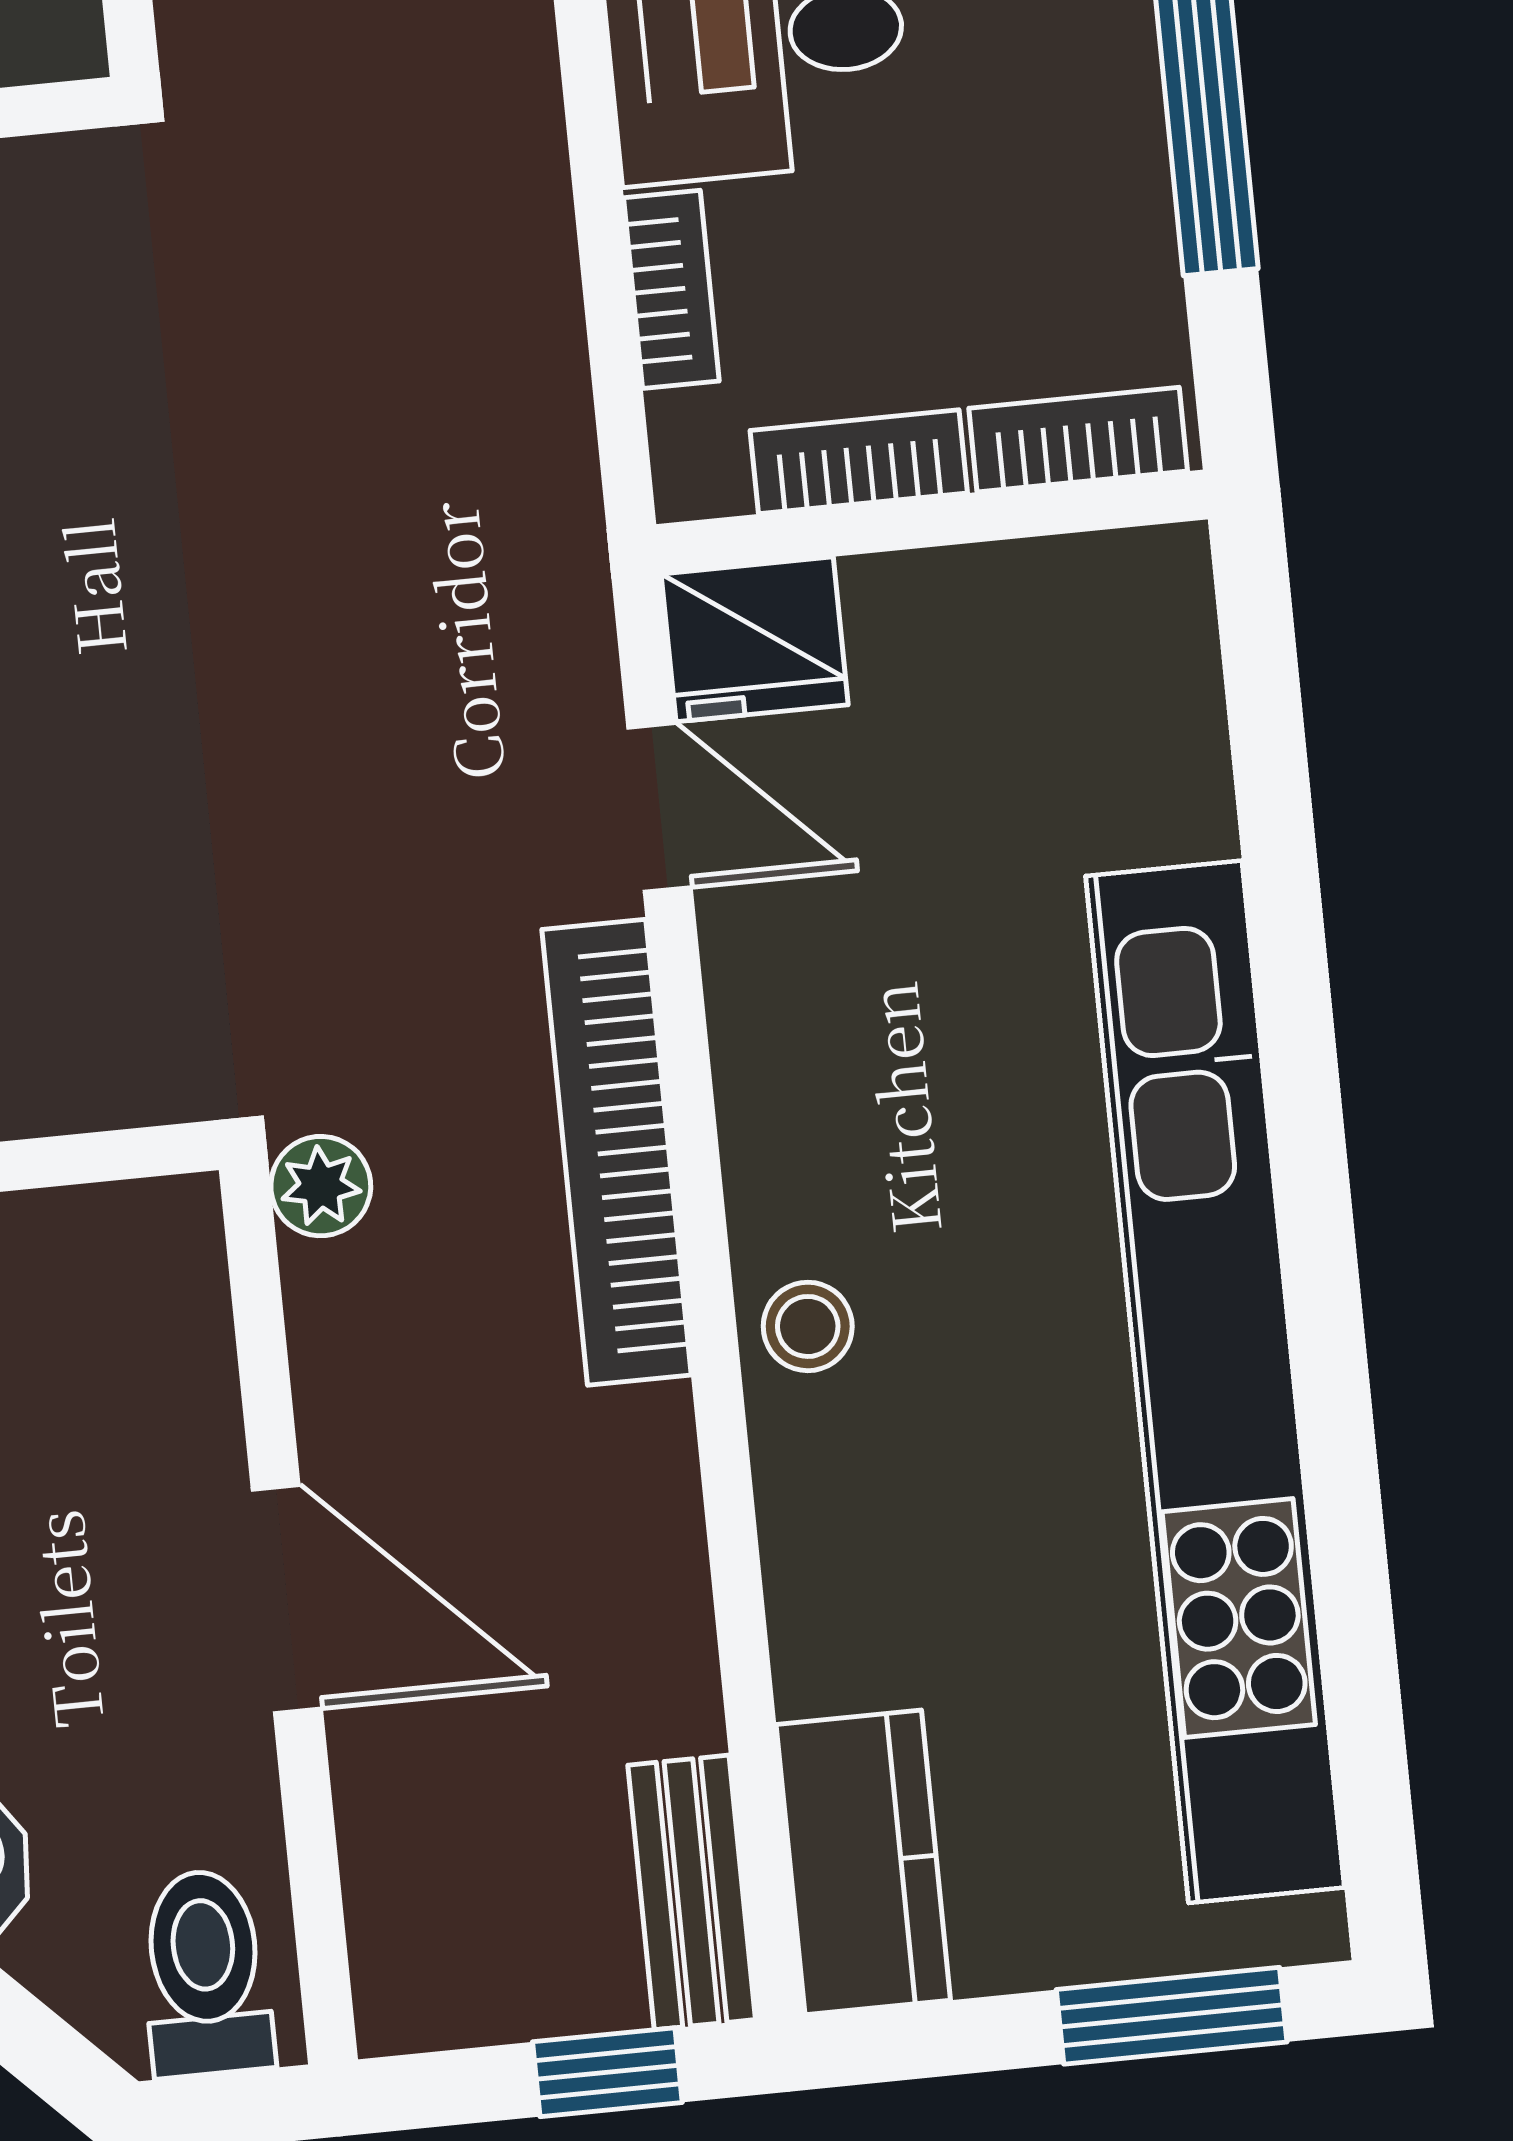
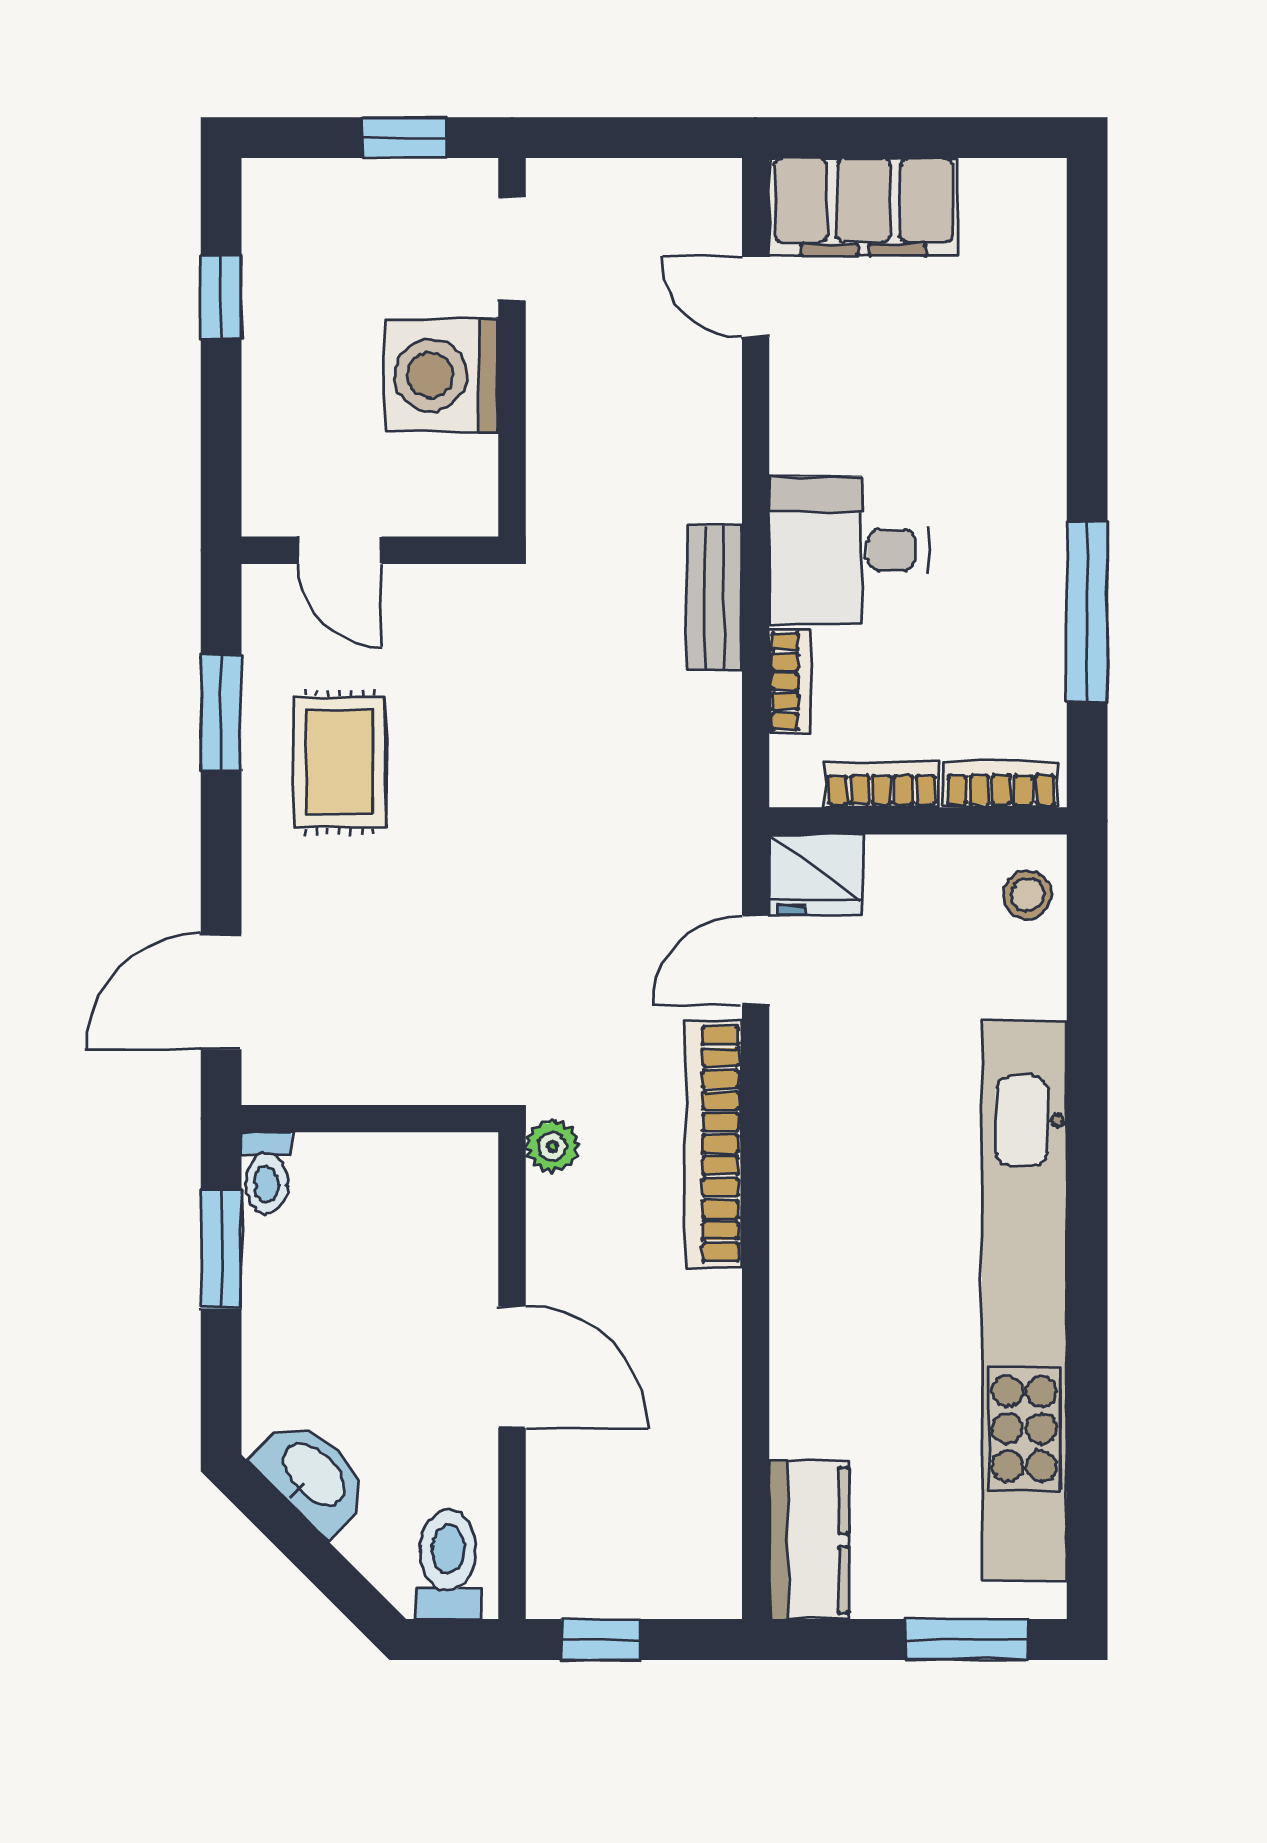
door: (659, 807) -> (756, 960), swing flipped
stool: (808, 1326) -> (1027, 895), moved
bench: (692, 1892) -> (715, 598), moved
window: (607, 2072) -> (600, 1640), moved

